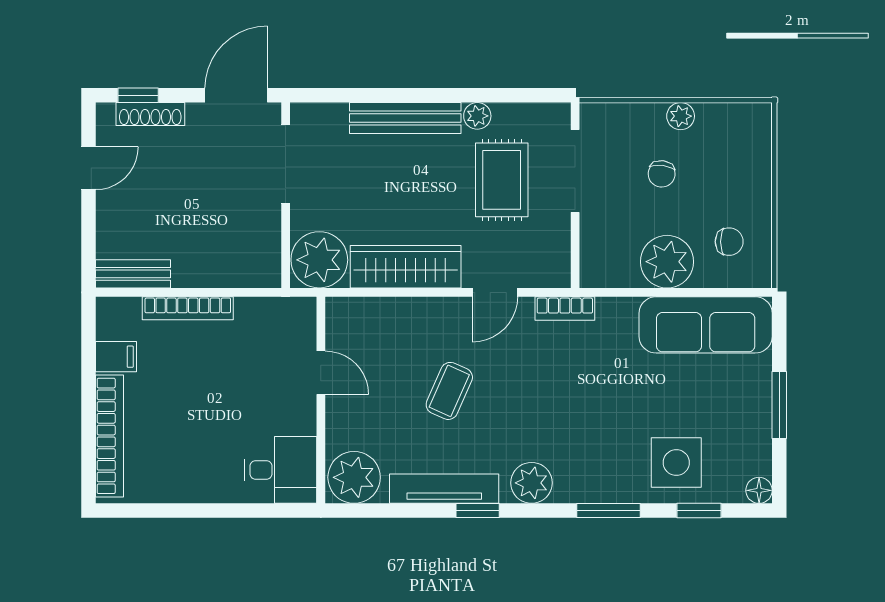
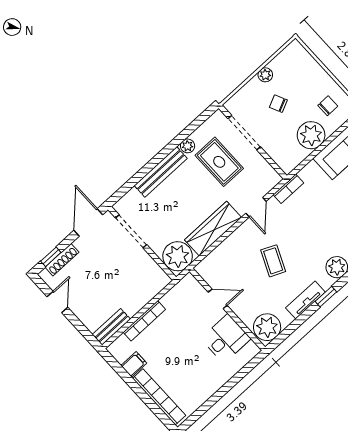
chair: (662, 174) -> (278, 104), turned 148
desk: (281, 470) -> (226, 339), moved
tv unit: (444, 489) -> (305, 300), width x0.71

